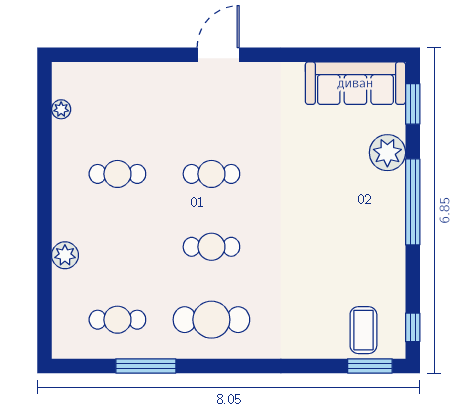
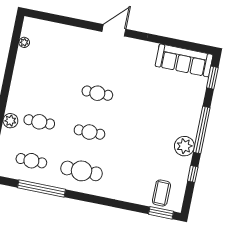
plant: (387, 153) -> (184, 146), moved
cafe table: (117, 174) -> (39, 122), moved
window: (413, 327) -> (193, 174), moved
window: (146, 366) -> (42, 188), width x1.46

